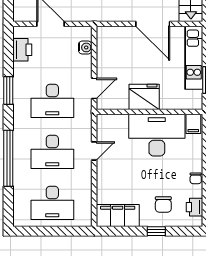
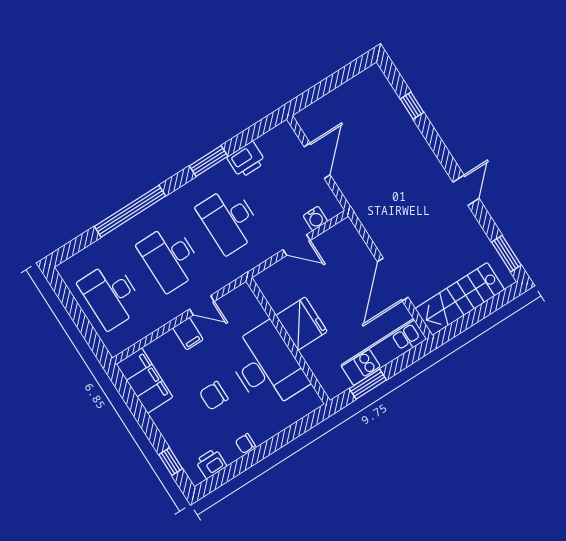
printer: (22, 50) -> (246, 160), moved
door: (94, 88) -> (297, 245), moved
filing cabinet: (193, 124) -> (188, 334), moved, turned -90
chair: (163, 204) -> (214, 396), moved
window: (156, 231) -> (171, 462), moved

